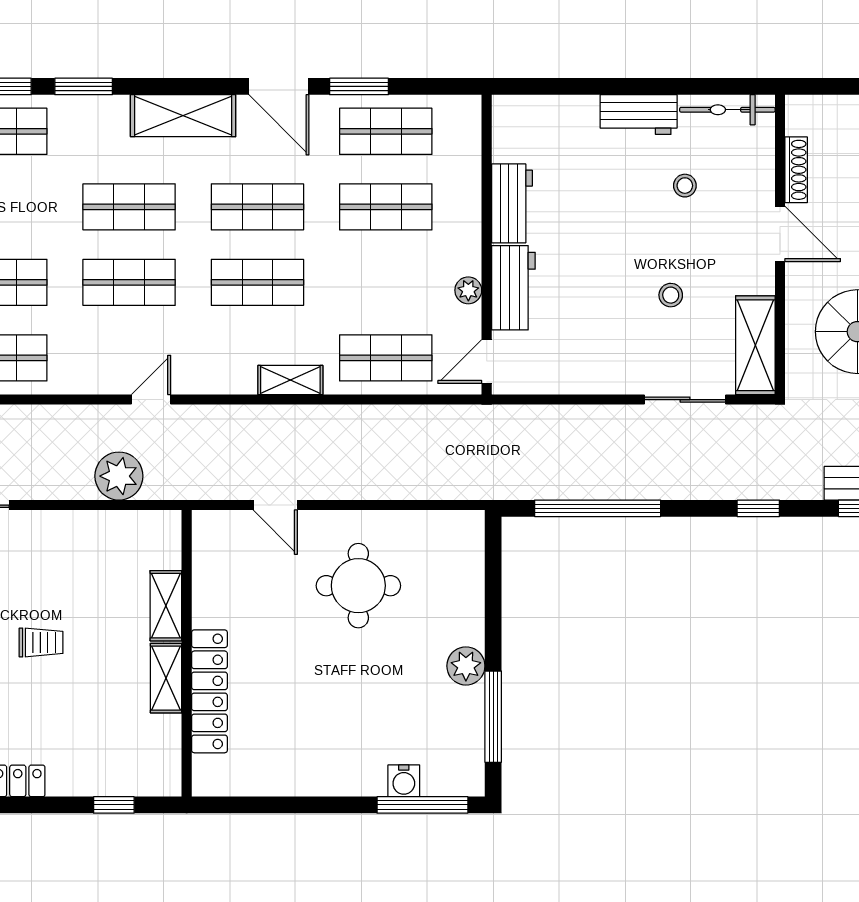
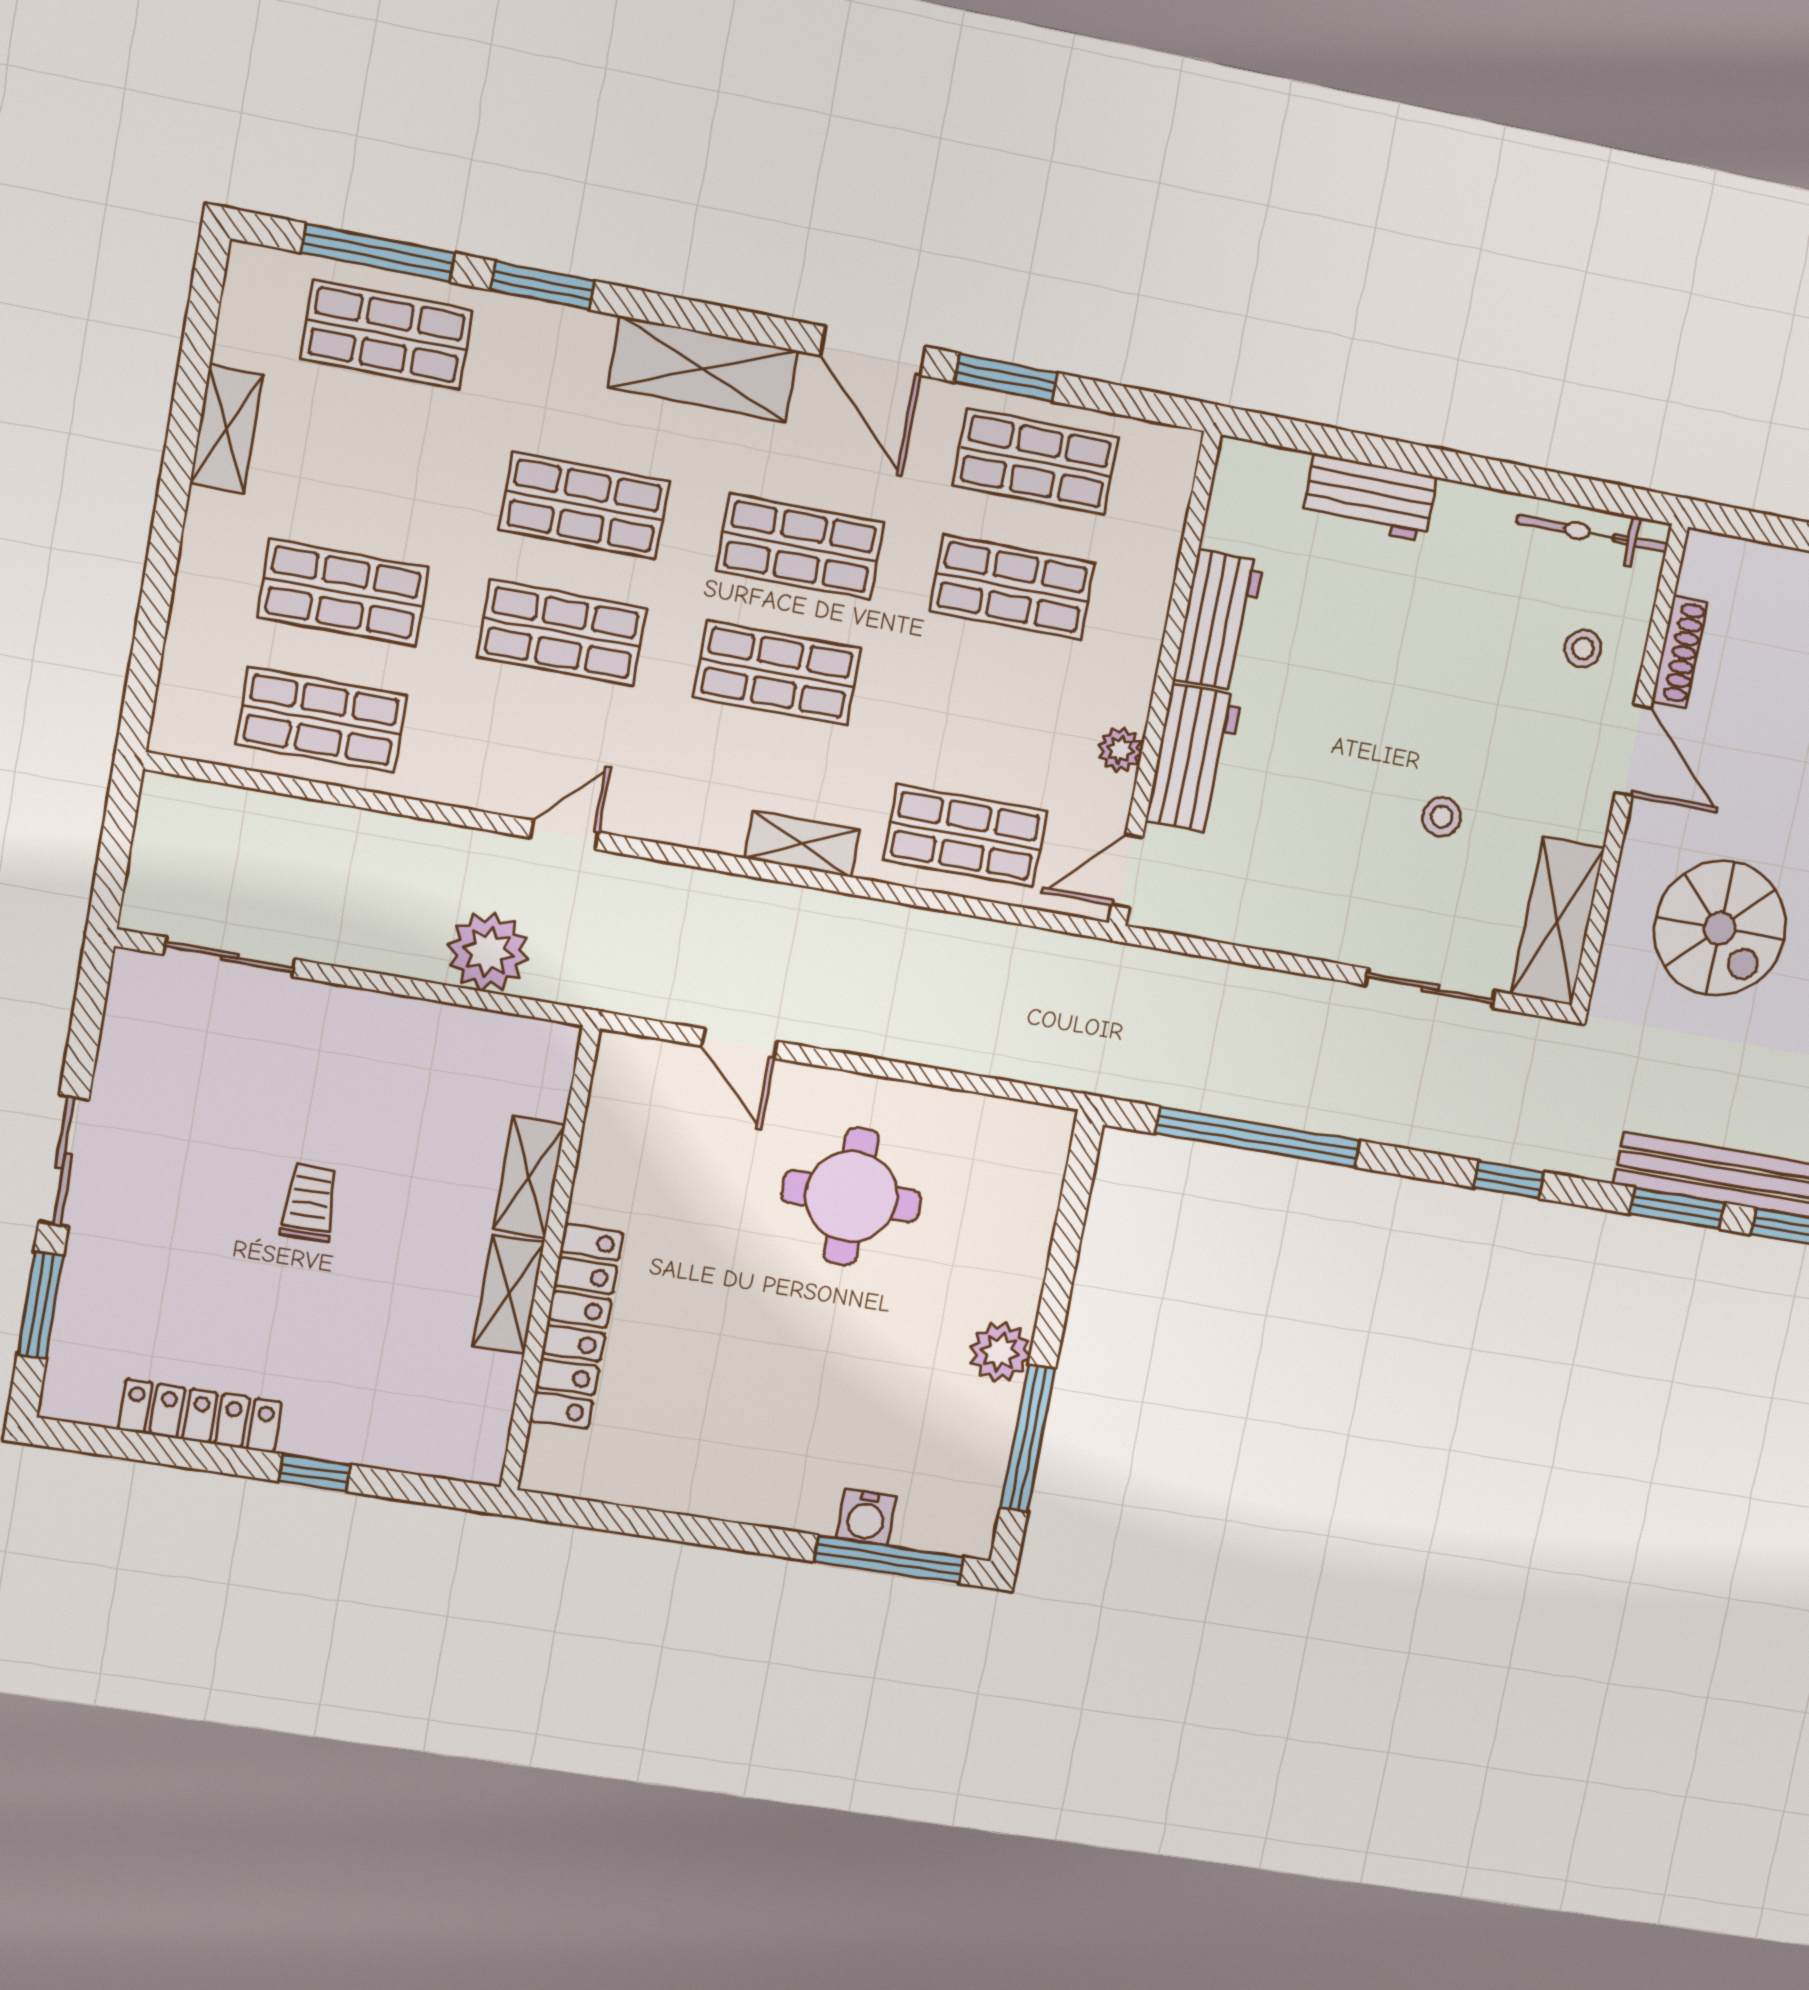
workbench: (639, 115) -> (1369, 498), moved
stool: (685, 186) -> (1583, 648), moved
trolley: (41, 642) -> (310, 1203), turned -90
window: (114, 805) -> (315, 1473), moved

